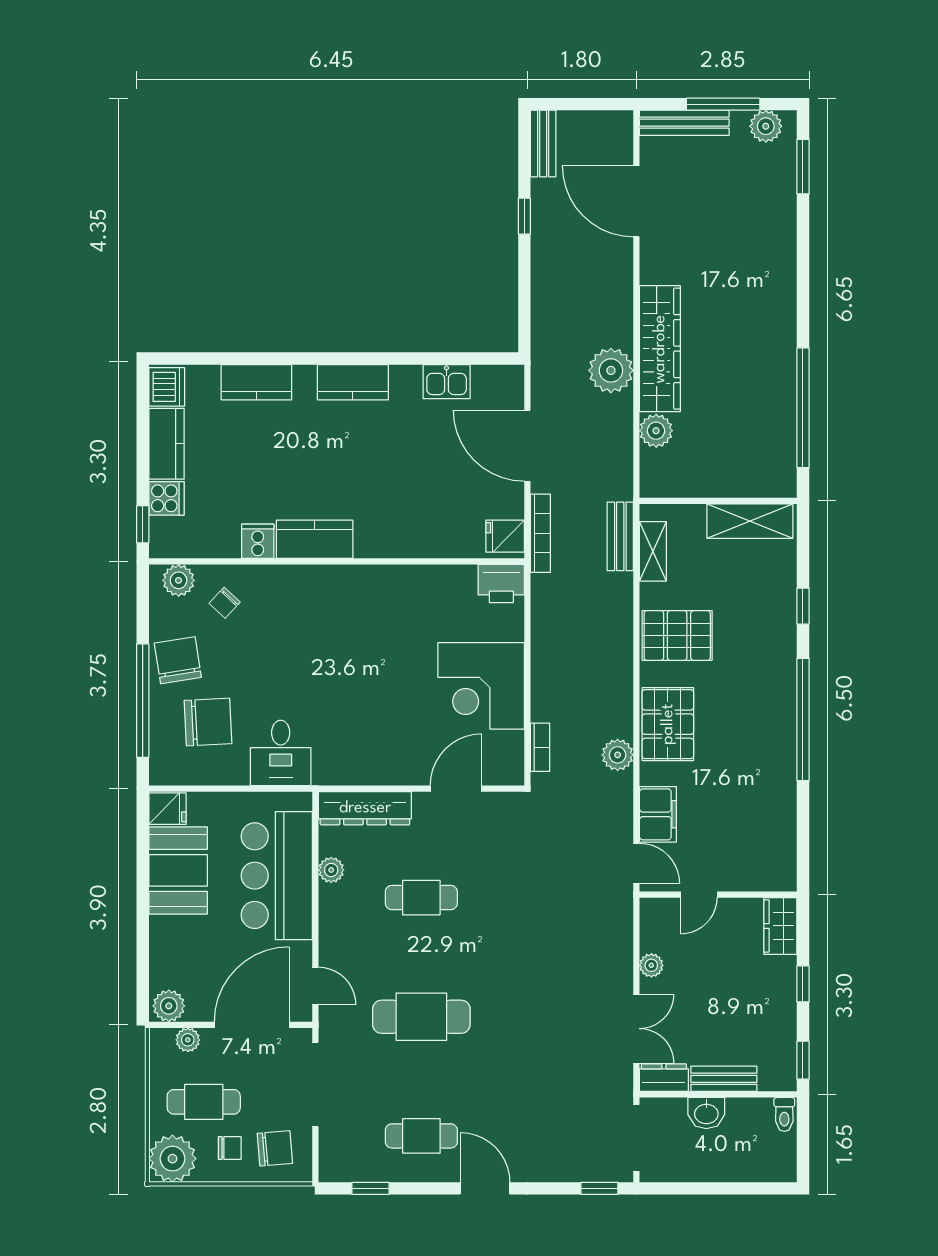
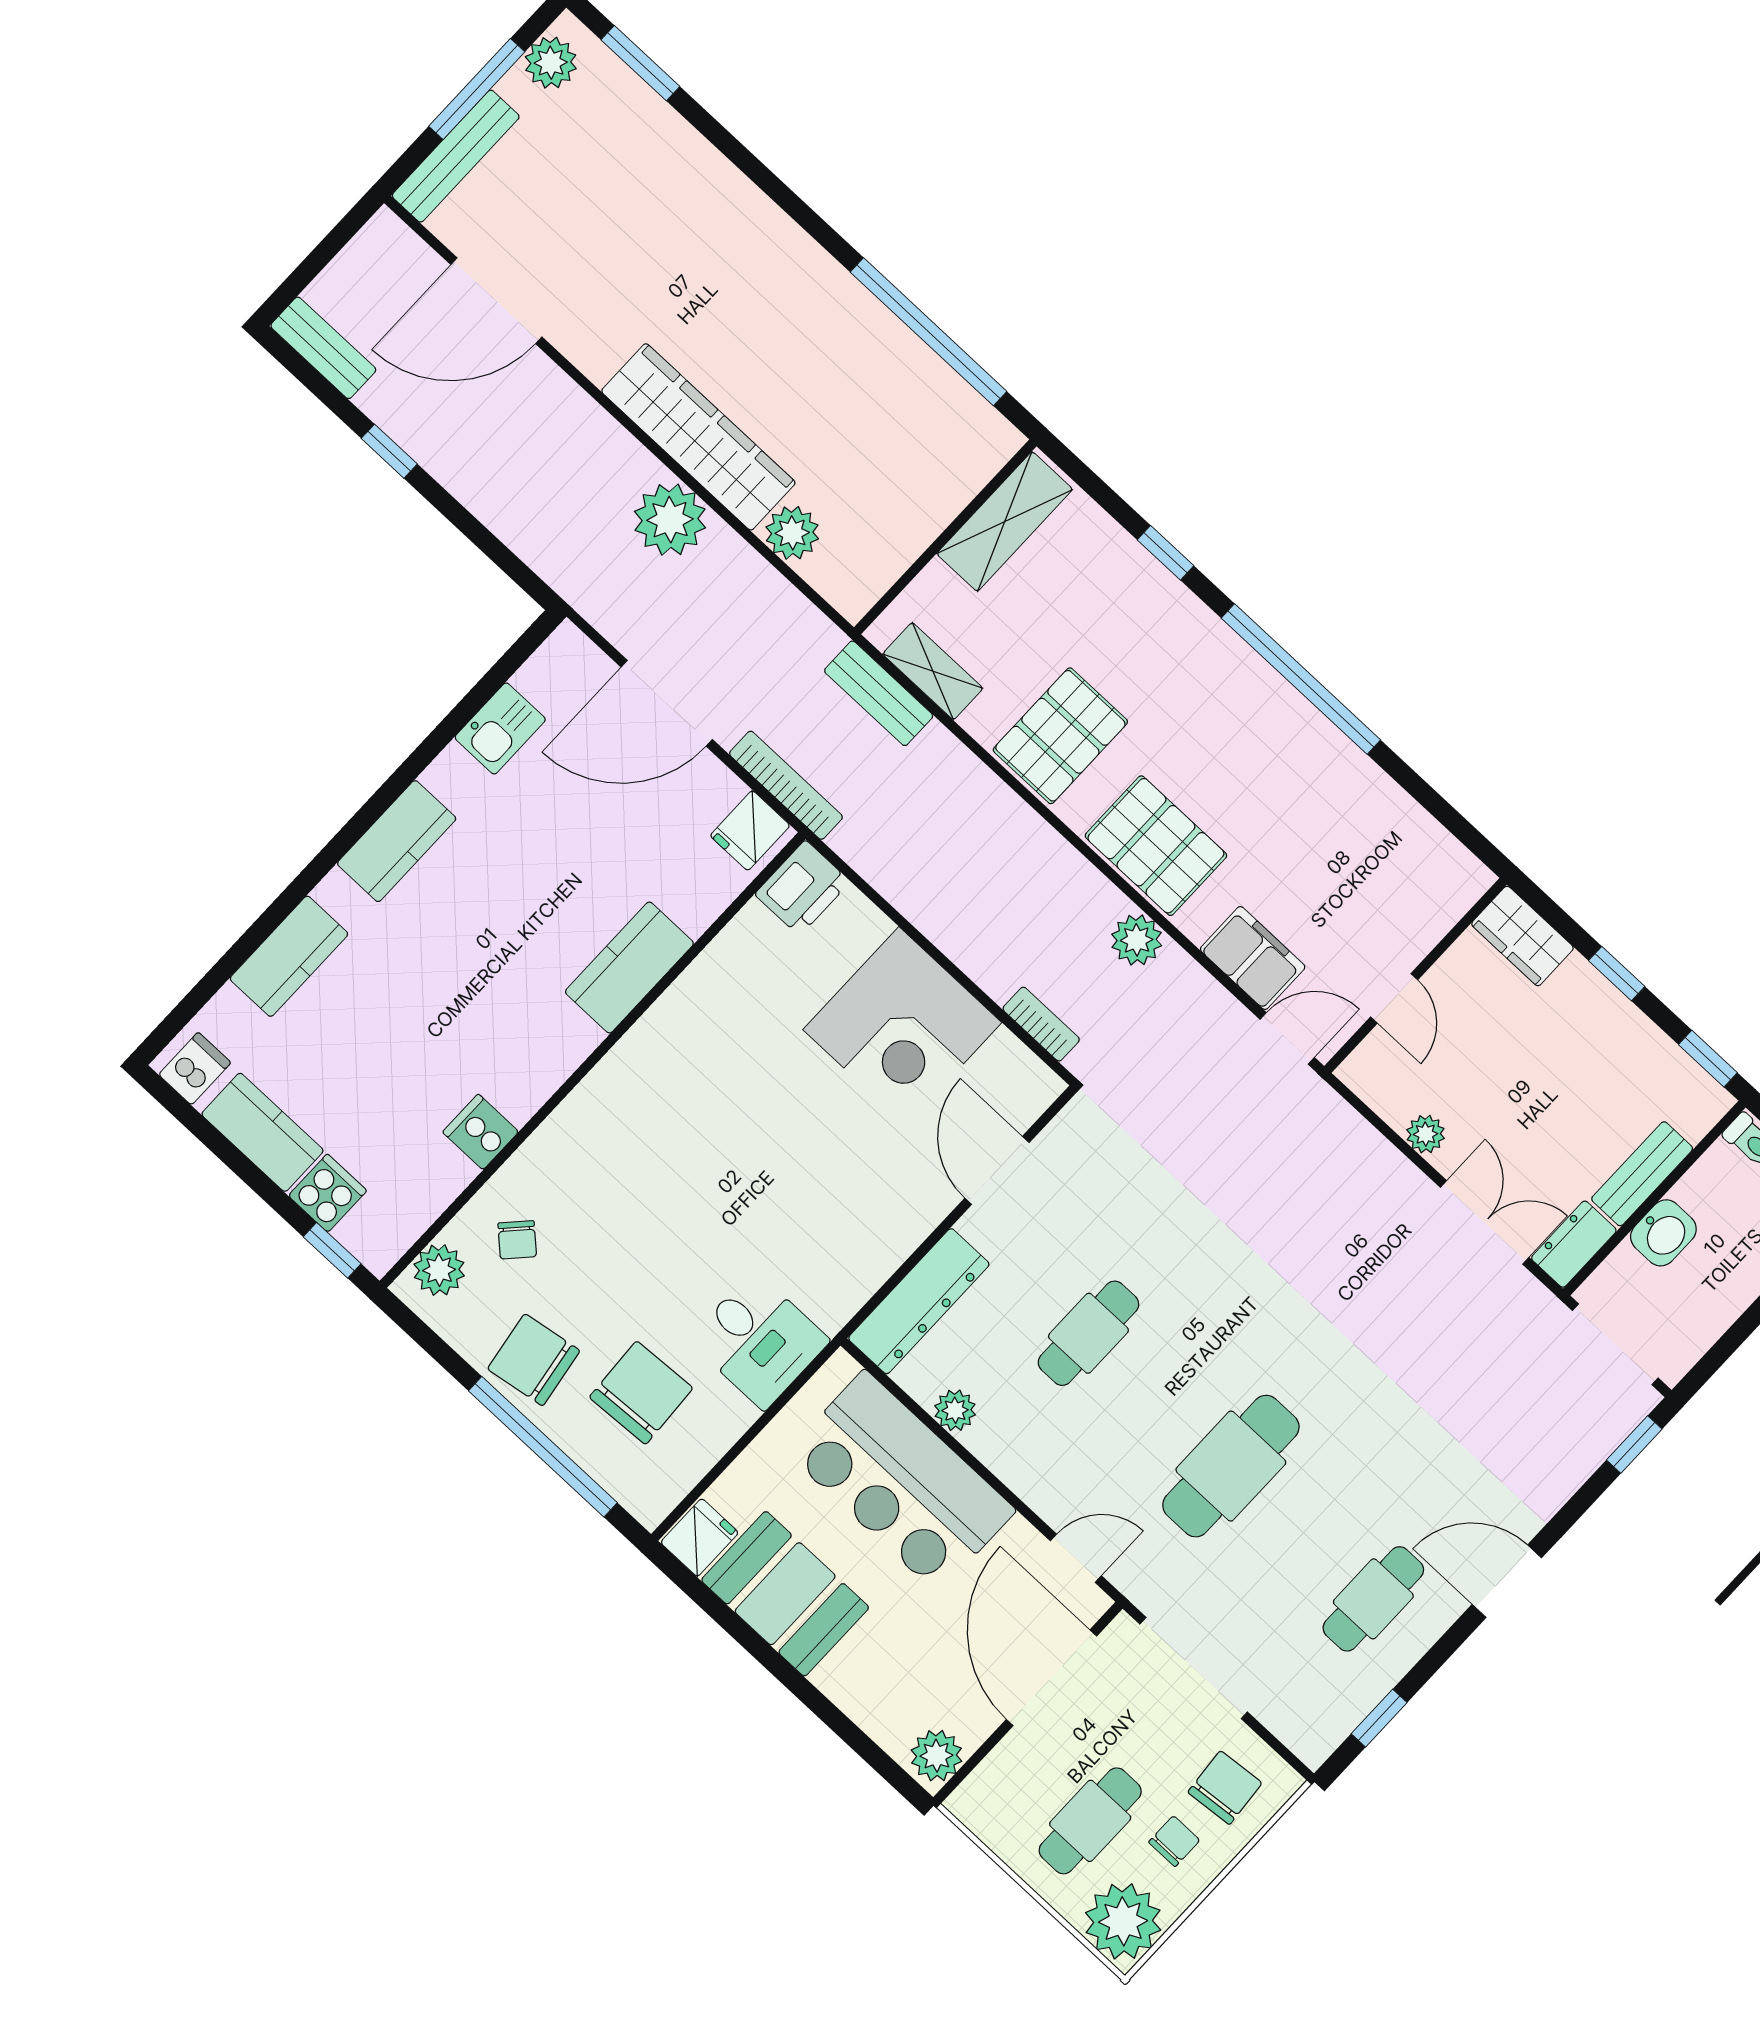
dishwasher: (167, 387) -> (195, 1069), width x0.73
kitchen counter: (315, 539) -> (629, 968), moved
plant: (188, 1040) -> (998, 1771), removed

